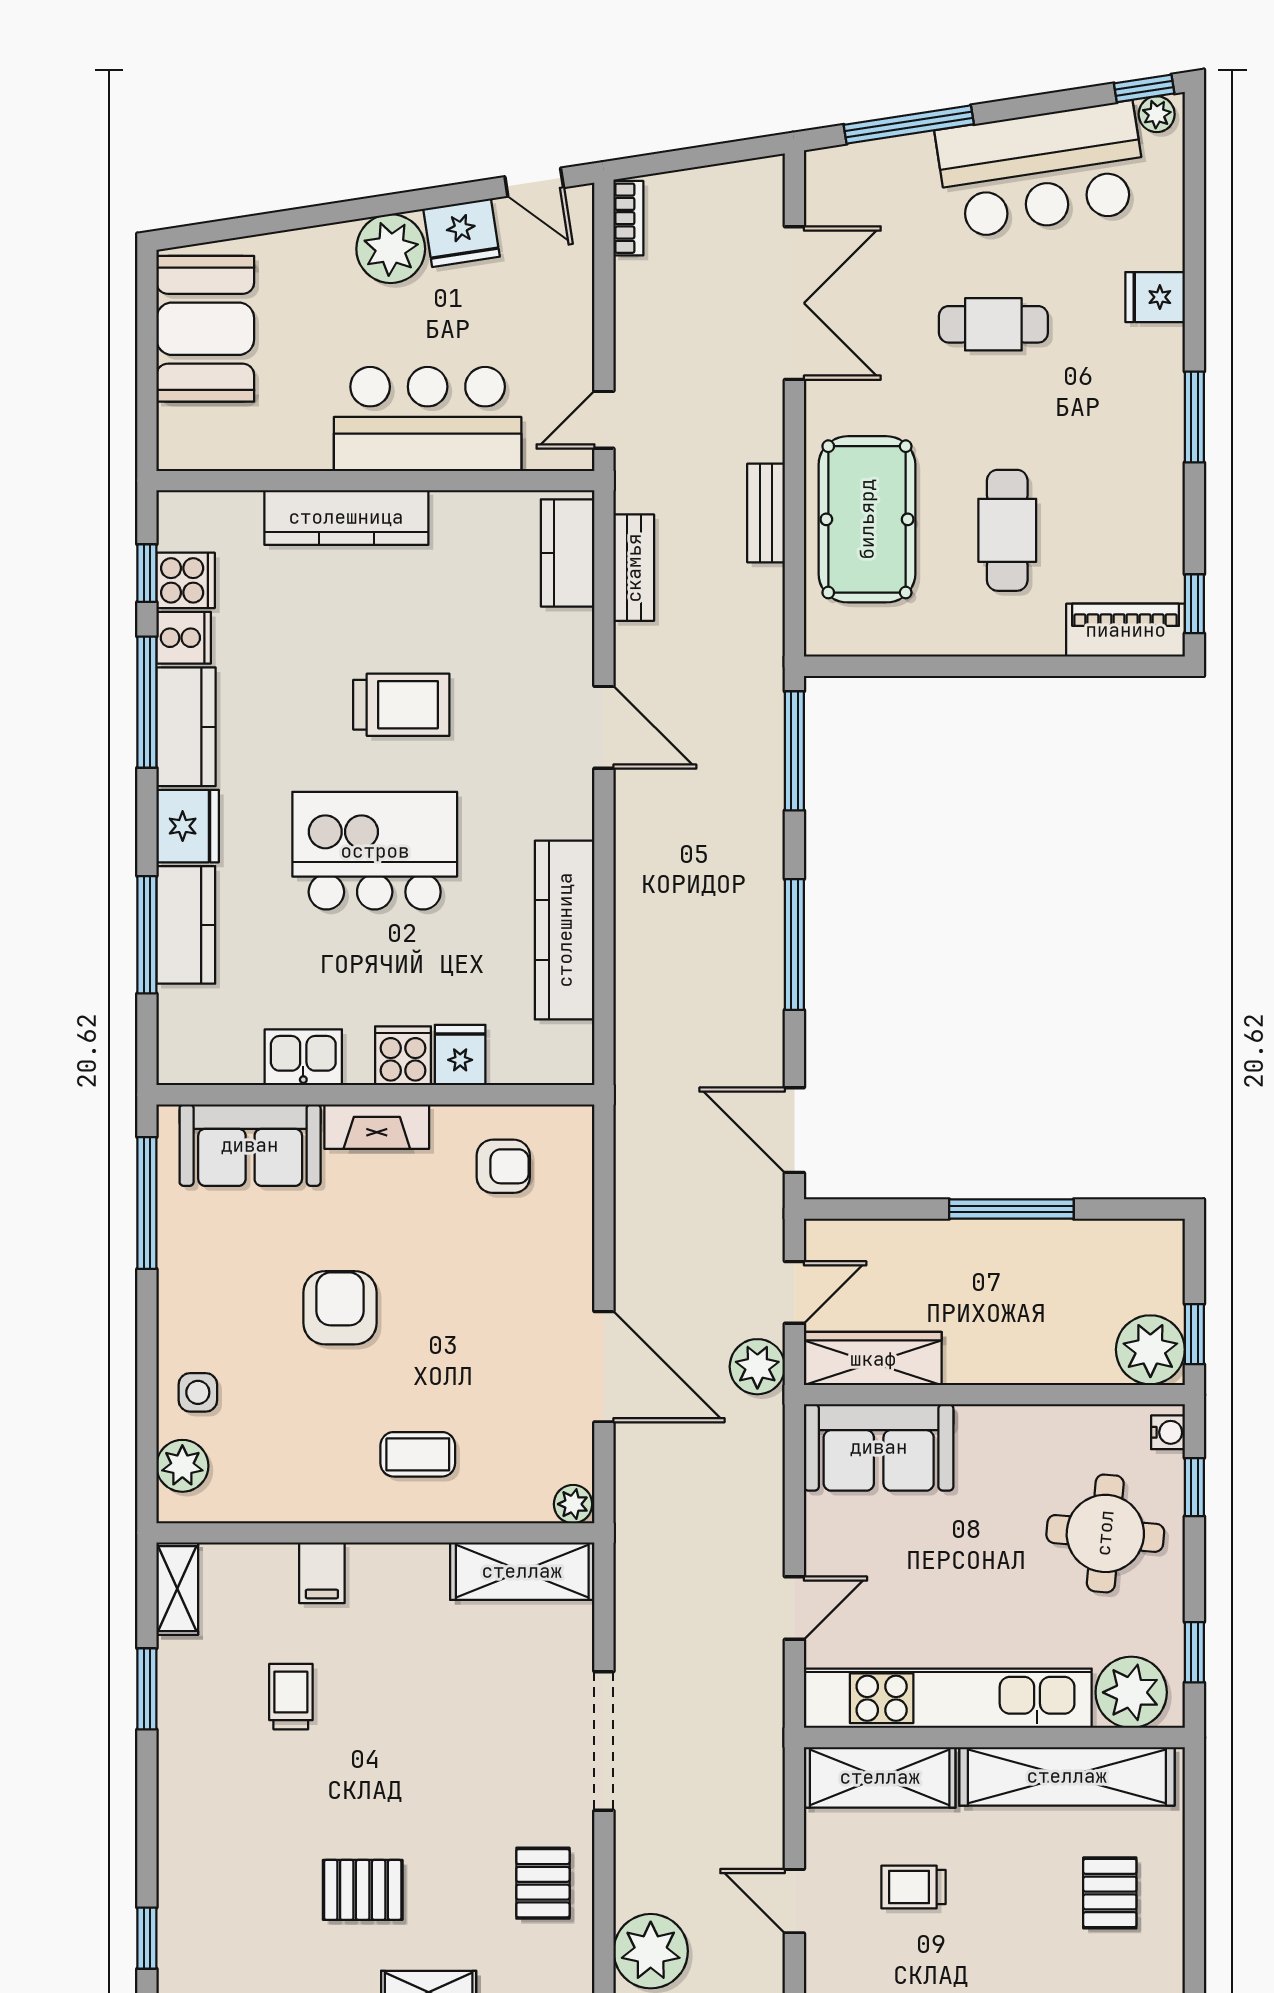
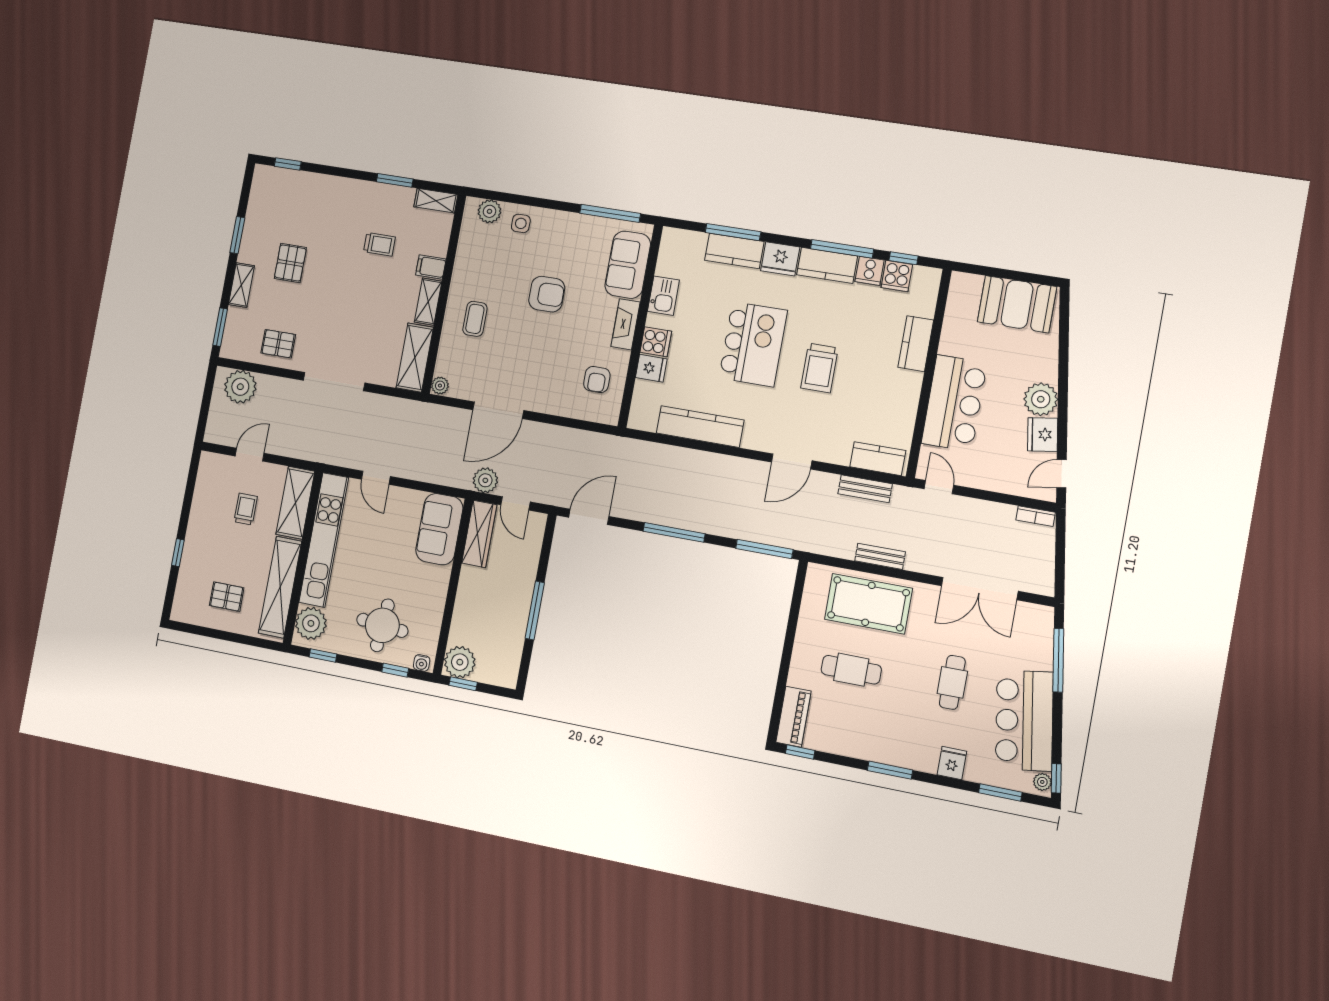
window: (1194, 192) -> (1000, 792), added
kitchen counter: (346, 517) -> (916, 344), width x0.67
shelving: (397, 1564) -> (428, 302), added

